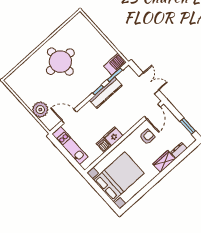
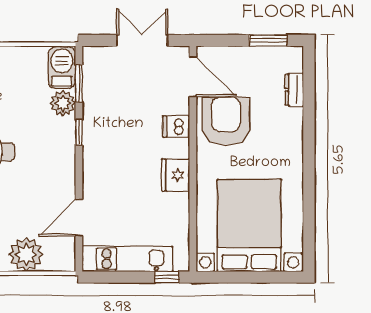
plant: (103, 76) -> (63, 103), added
kitchen counter: (106, 93) -> (95, 124), removed
armchair: (147, 137) -> (226, 121), width x1.88, depth x1.88
dishwasher: (104, 145) -> (176, 127), moved
wardrobe: (164, 161) -> (291, 130), removed
window: (76, 165) -> (167, 277), added

